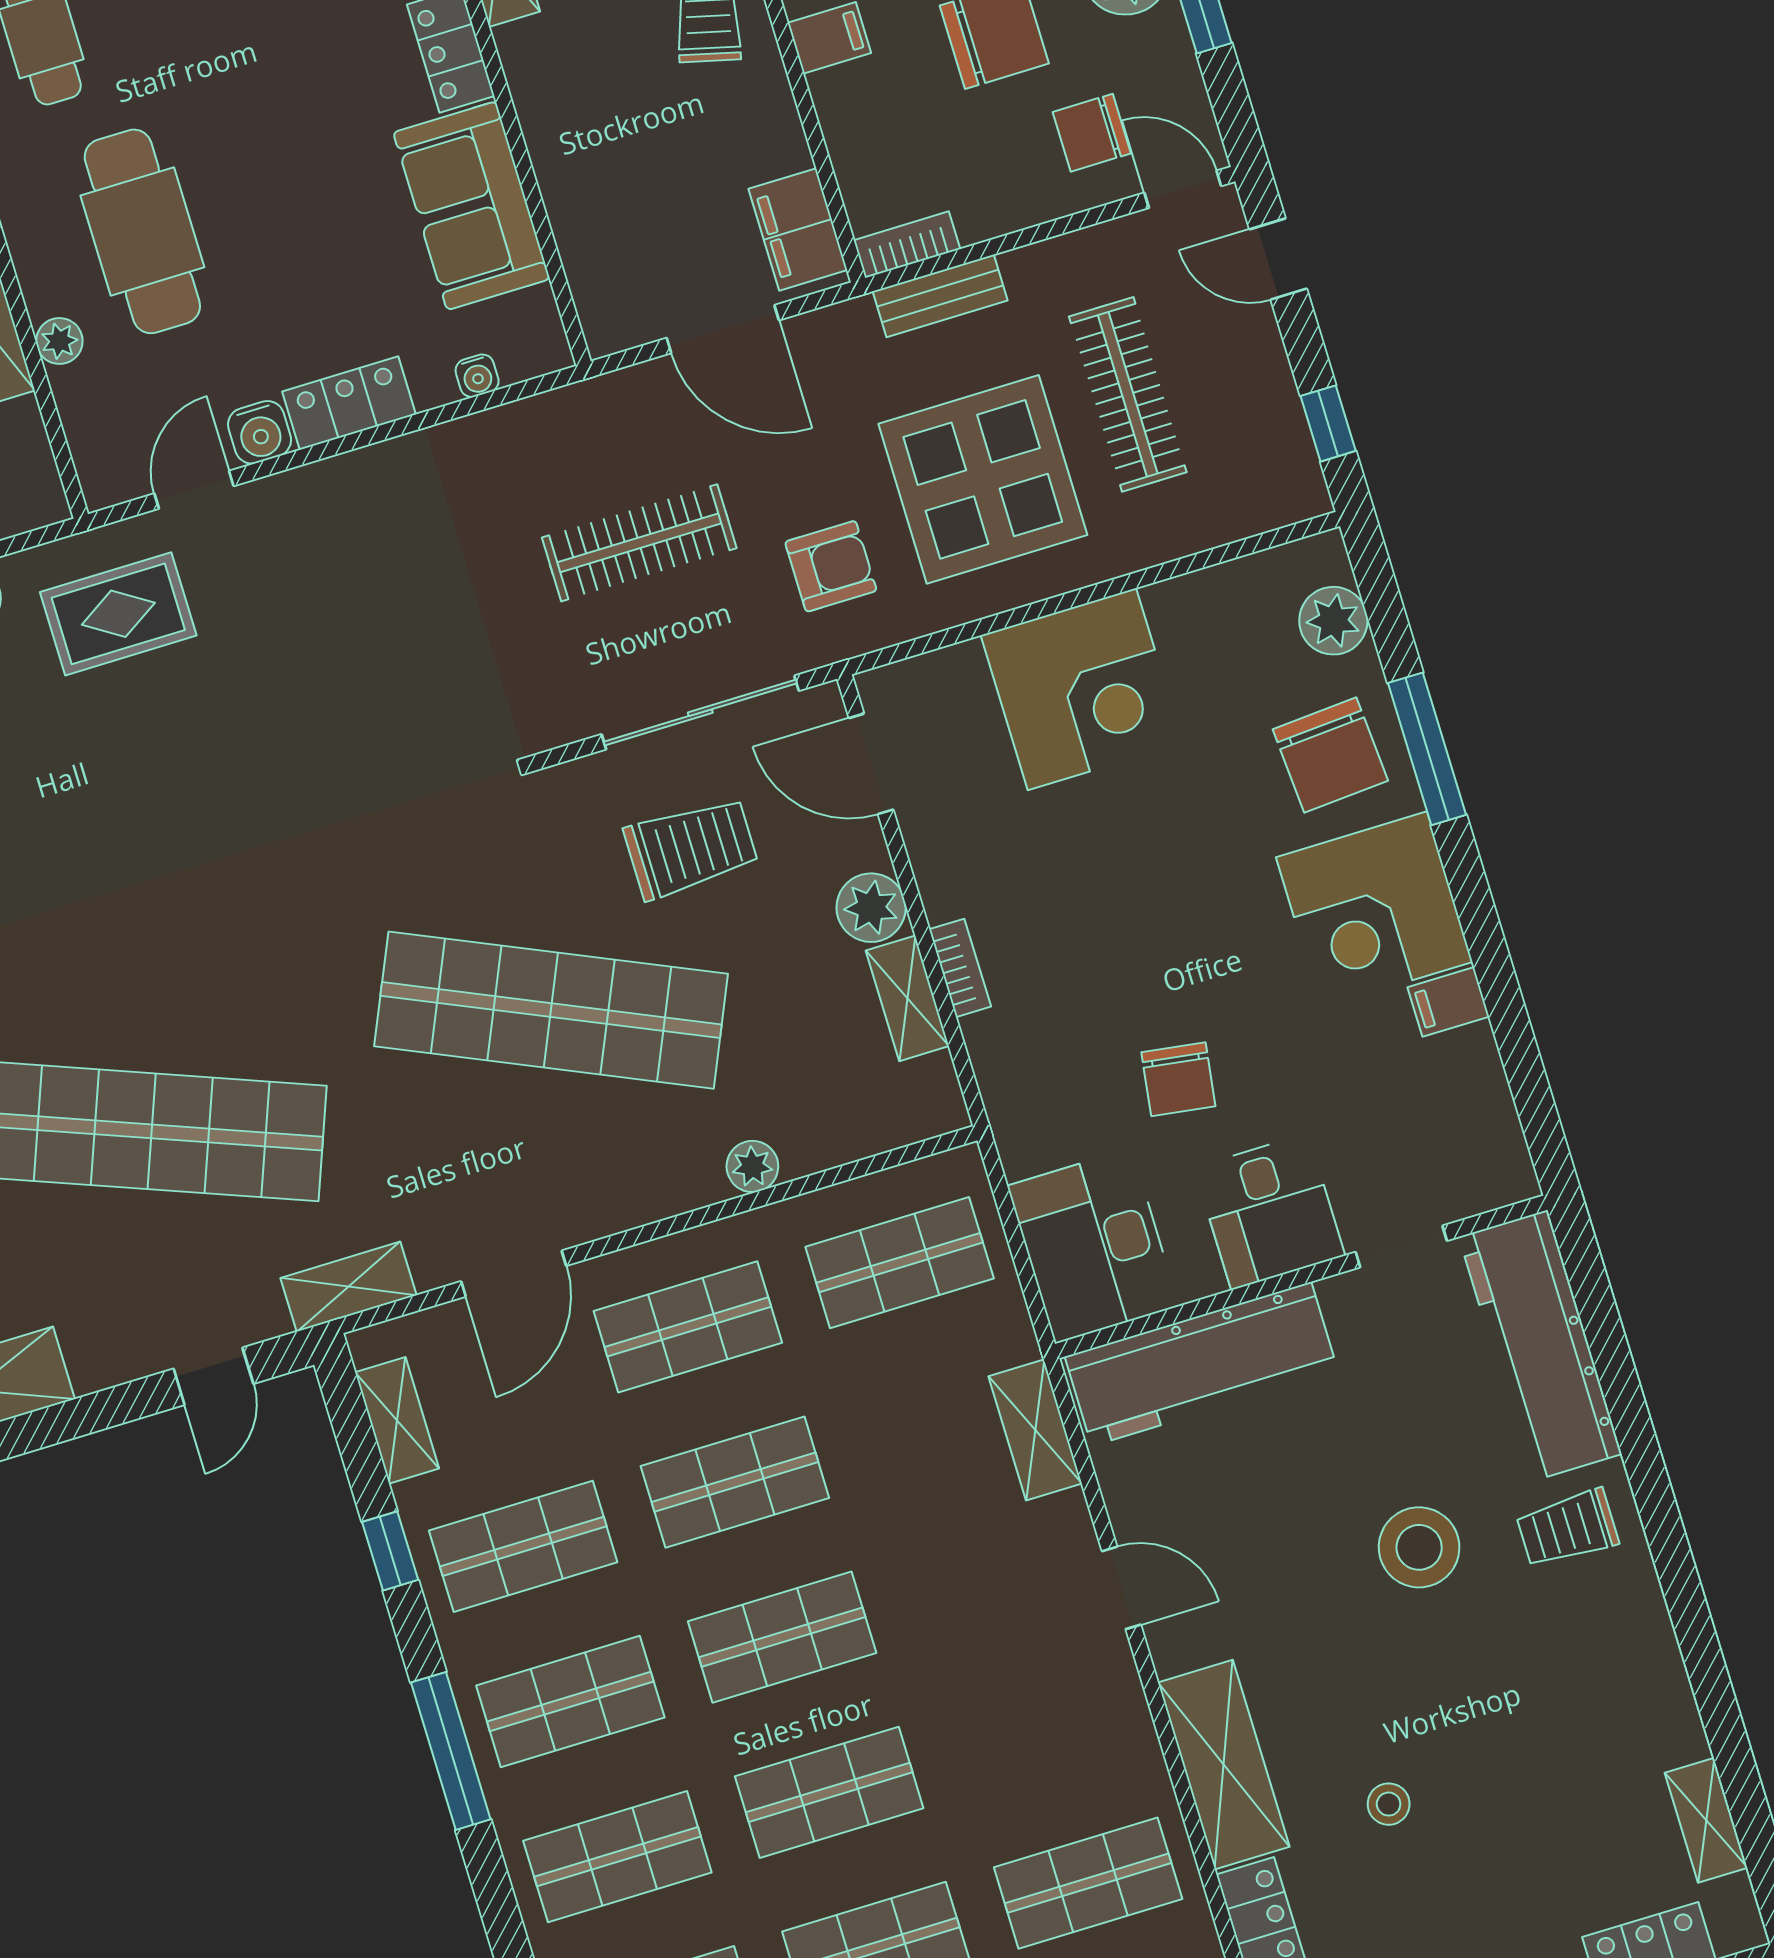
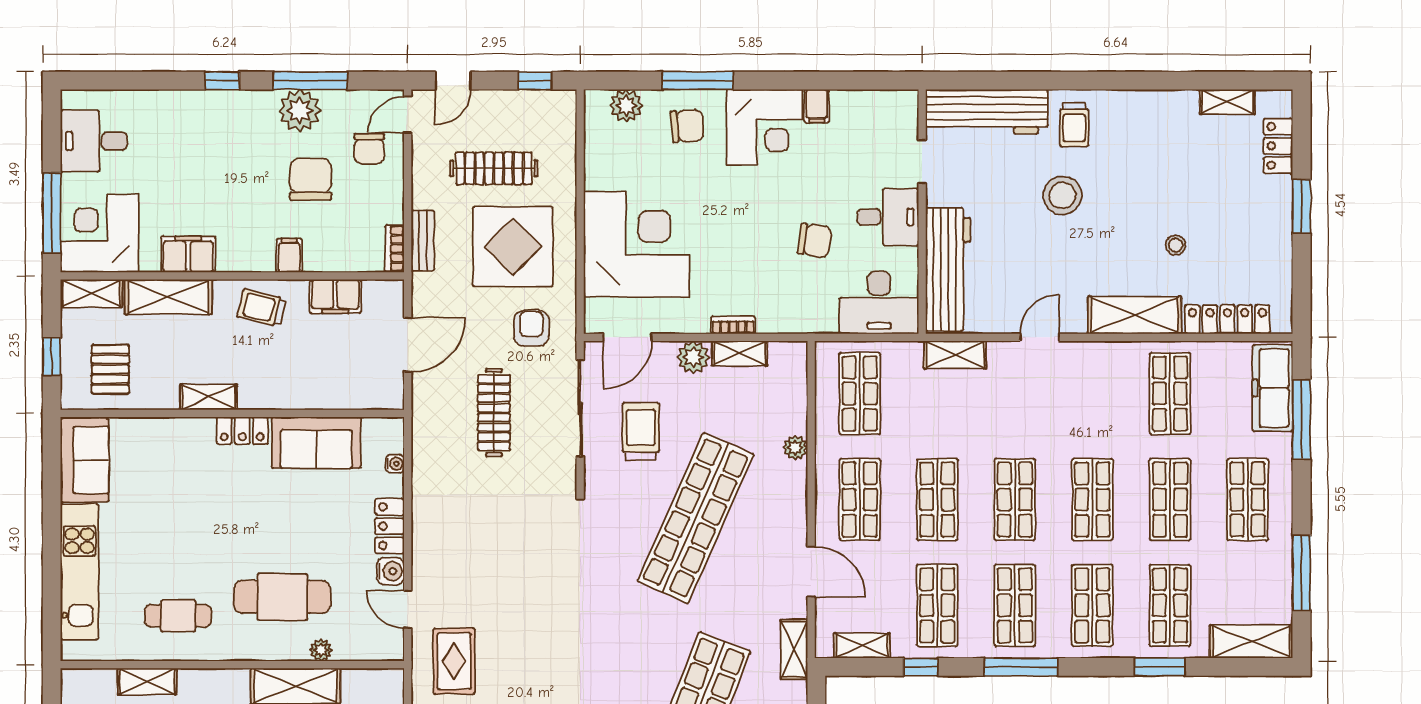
filing cabinet: (798, 229) -> (335, 296), moved
corner desk: (1082, 689) -> (636, 244), width x1.36, depth x1.36
chair: (1330, 755) -> (687, 126), width x0.73, depth x0.73

